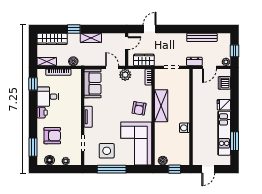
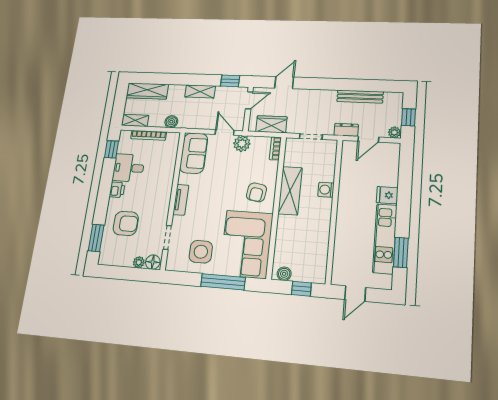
window: (74, 29) -> (230, 81), moved
dishwasher: (224, 83) -> (390, 163), removed
washing machine: (185, 128) -> (326, 190), moved
floor lamp: (50, 160) -> (153, 262), moved
window: (112, 169) -> (223, 282), moved

